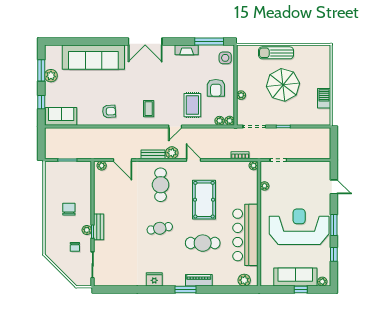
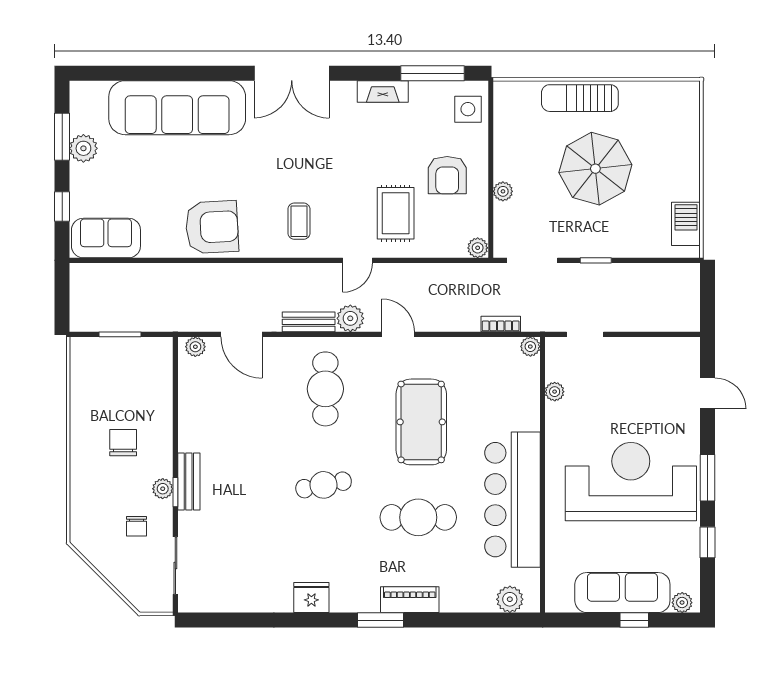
barbecue: (324, 98) -> (686, 224), moved
armchair: (109, 111) -> (212, 227), width x1.88, depth x1.88
plant: (220, 121) -> (455, 248), removed

